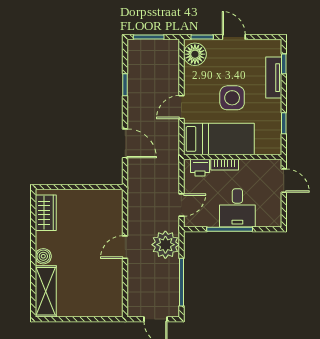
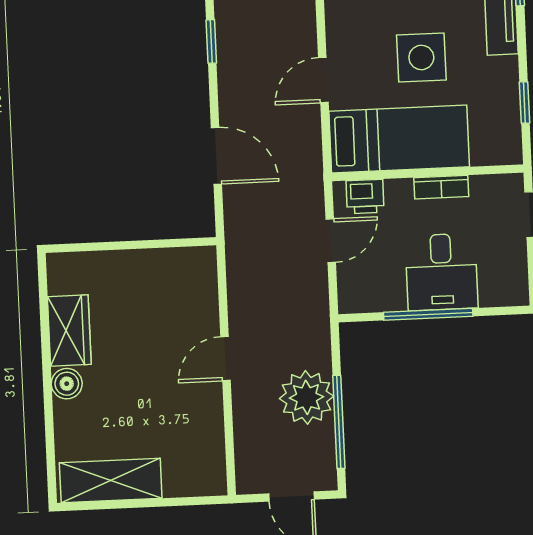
bookcase: (225, 165) -> (441, 187), moved
door: (181, 205) -> (331, 241), moved
wardrobe: (46, 213) -> (69, 331), moved
plant: (165, 245) -> (307, 397), moved
shelving: (46, 291) -> (111, 480), moved, turned 90

